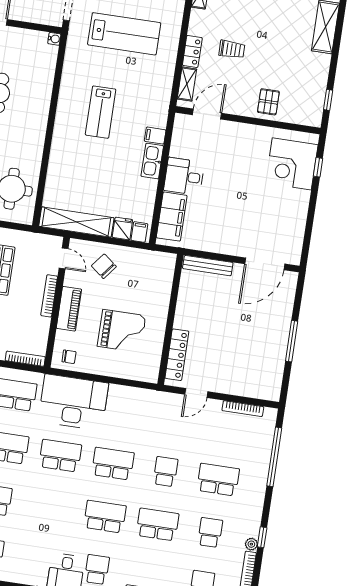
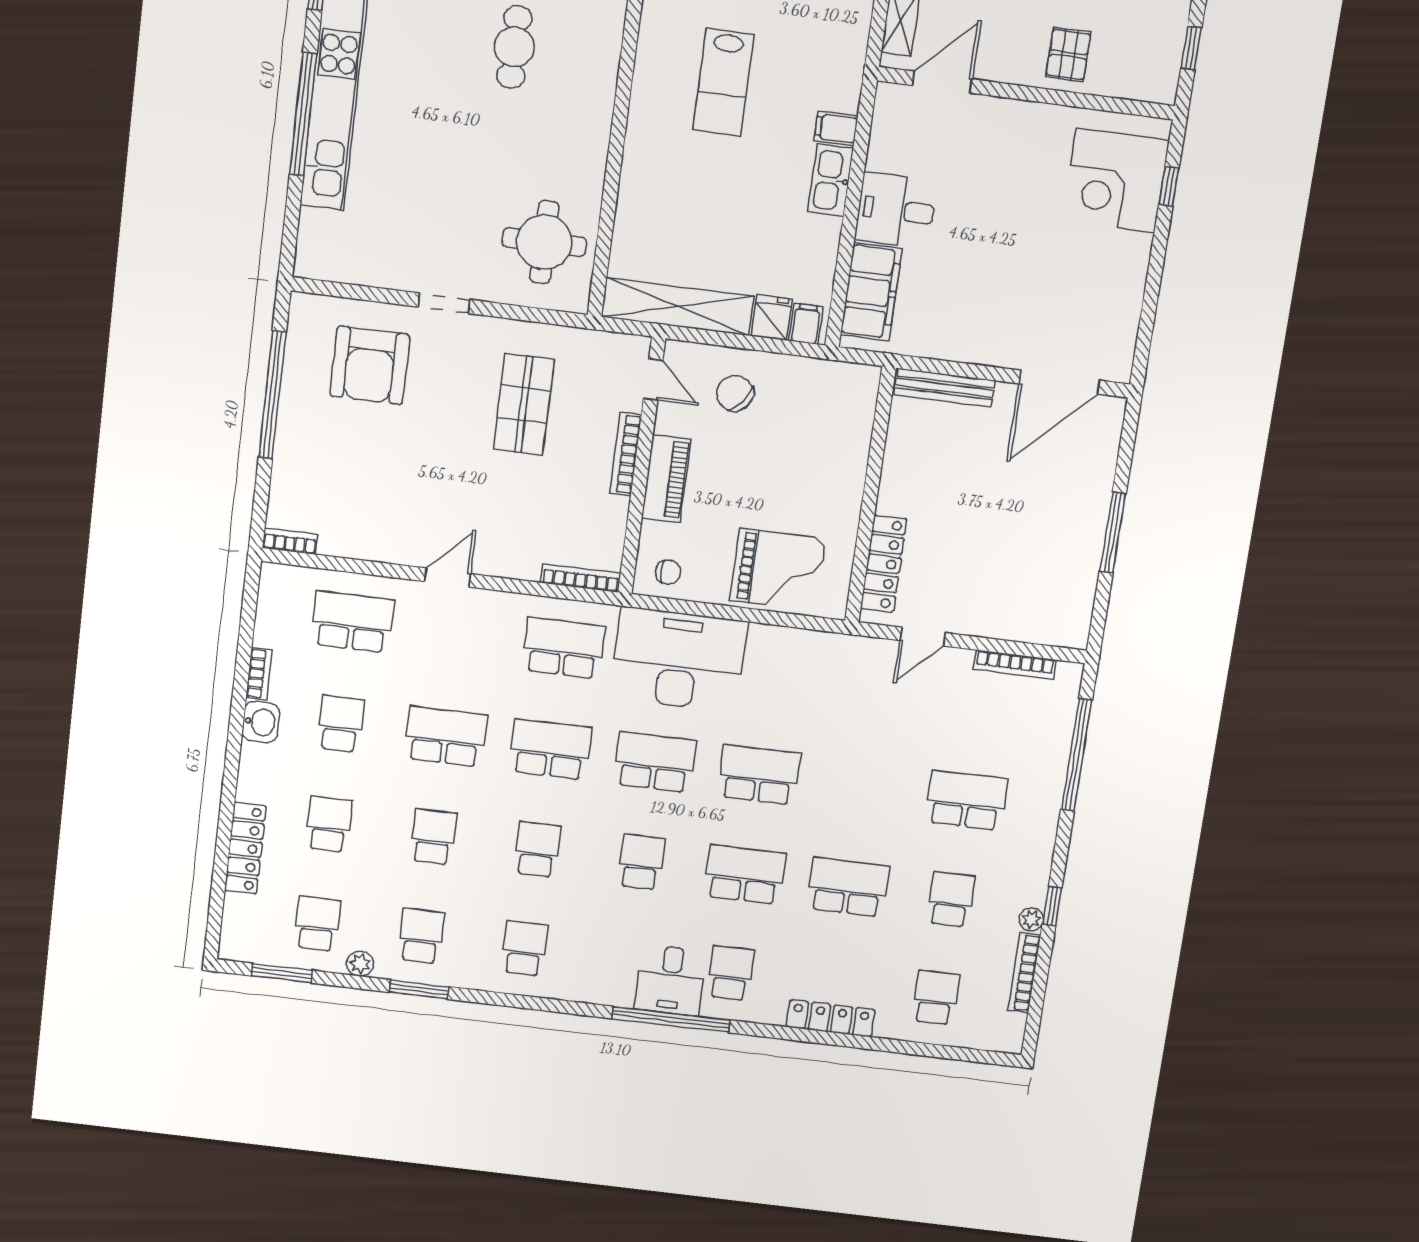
grand piano: (122, 331) -> (778, 570), moved
school desk: (166, 472) -> (641, 862), moved

